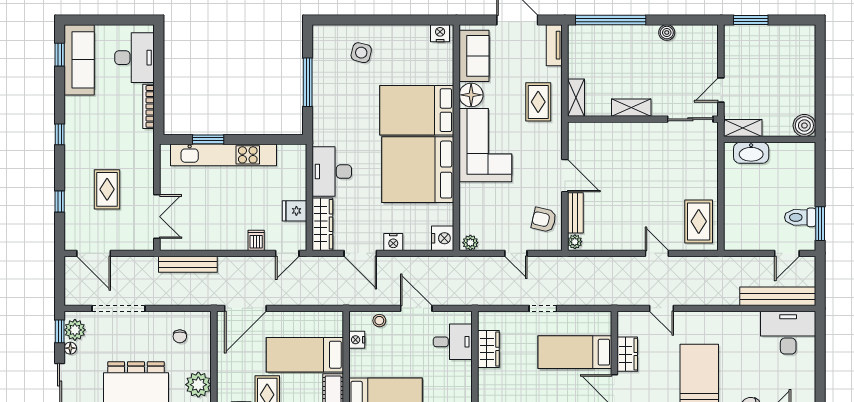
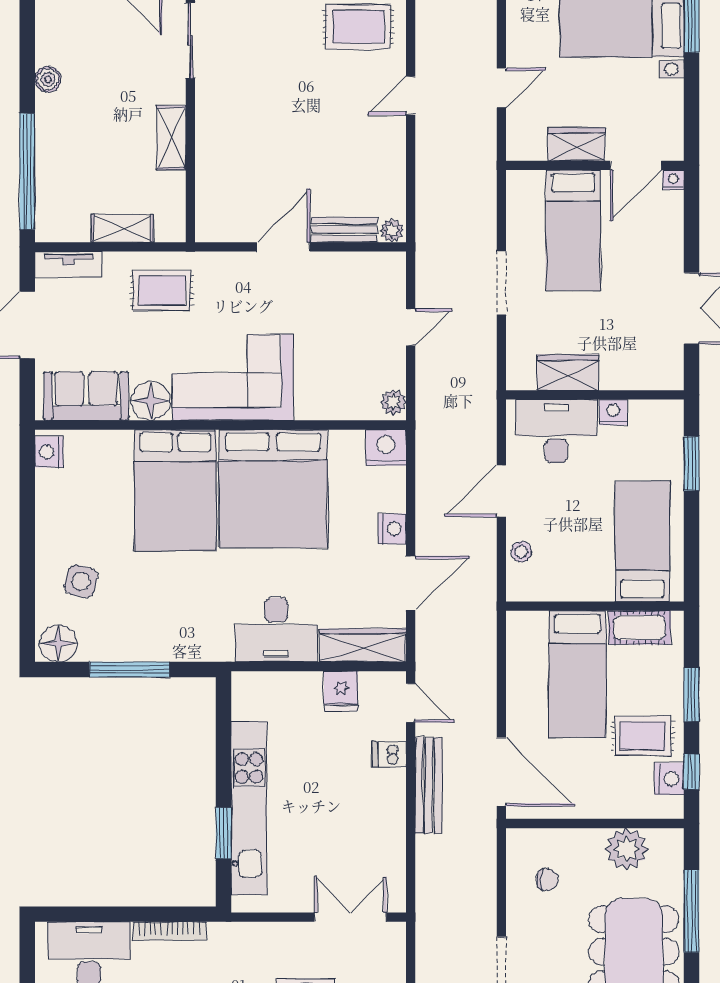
floor lamp: (324, 39) -> (58, 643), added
shelving: (576, 98) -> (122, 228), moved
armchair: (544, 220) -> (356, 281), removed
bench: (188, 264) -> (429, 785), moved
doorway: (543, 308) -> (501, 283), width x1.38
nightstand: (357, 340) -> (613, 412), moved, turned 180
desk: (453, 342) -> (556, 431), width x1.37

